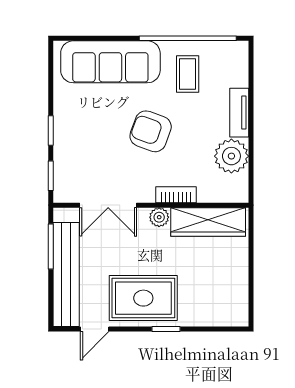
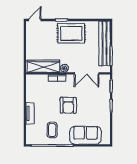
sofa: (110, 62) -> (85, 135), width x0.73
armchair: (151, 131) -> (68, 105), turned 70
plant: (231, 156) -> (33, 95), removed
double door: (108, 205) -> (86, 73), swing flipped
door: (95, 329) -> (35, 20), moved

